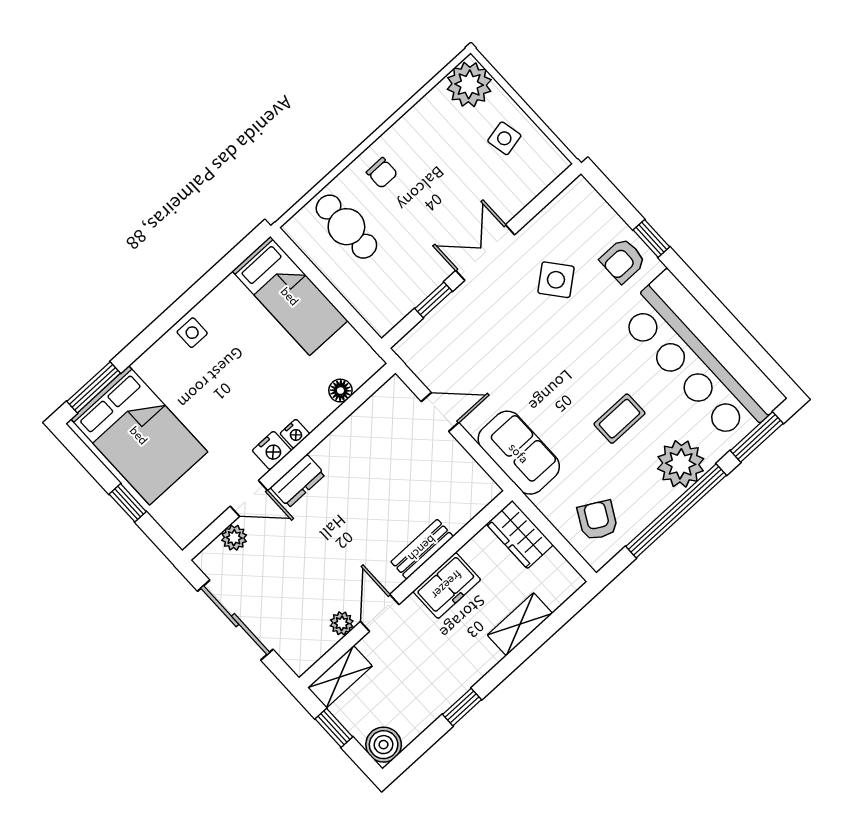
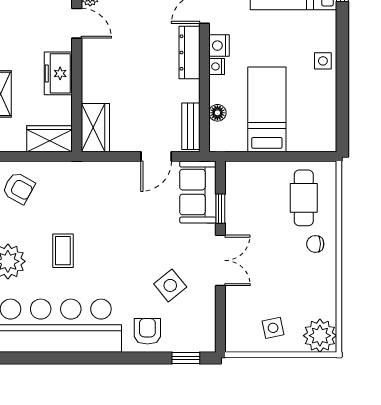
cafe table: (346, 227) -> (304, 198), turned 90
window: (651, 238) -> (186, 358), moved
bed: (290, 296) -> (267, 109), moved, turned 90
sofa: (519, 453) -> (198, 192), moved, turned 90
dresser: (298, 481) -> (190, 53), width x1.44
wardrobe: (467, 499) -> (95, 128), added
bench: (422, 549) -> (191, 126), moved

